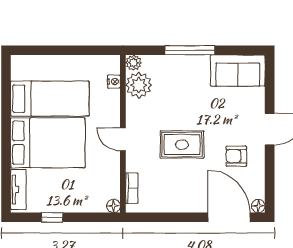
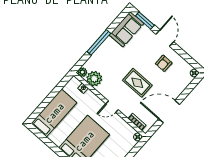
window: (270, 84) -> (145, 21), added
bed: (50, 99) -> (54, 113), moved
rug: (182, 145) -> (137, 83), turned 90
door: (229, 217) -> (169, 112), moved

